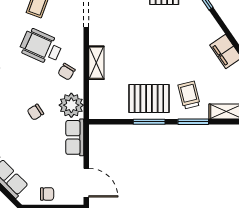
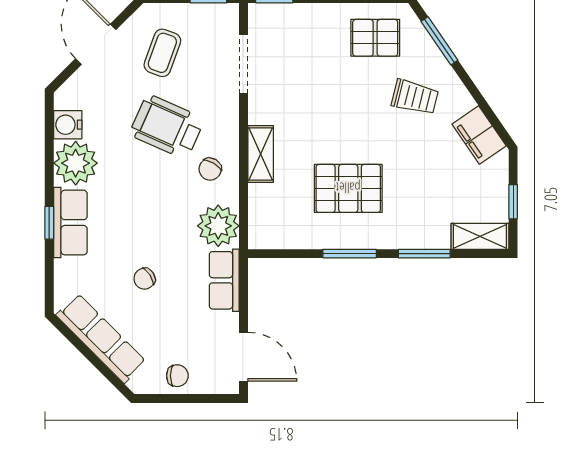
trolley: (189, 95) -> (415, 97), moved, turned 118
pallet: (149, 98) -> (348, 188), moved
chair: (35, 112) -> (144, 279), moved

